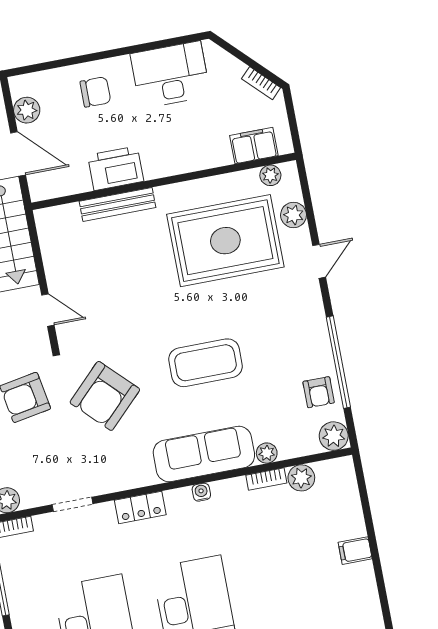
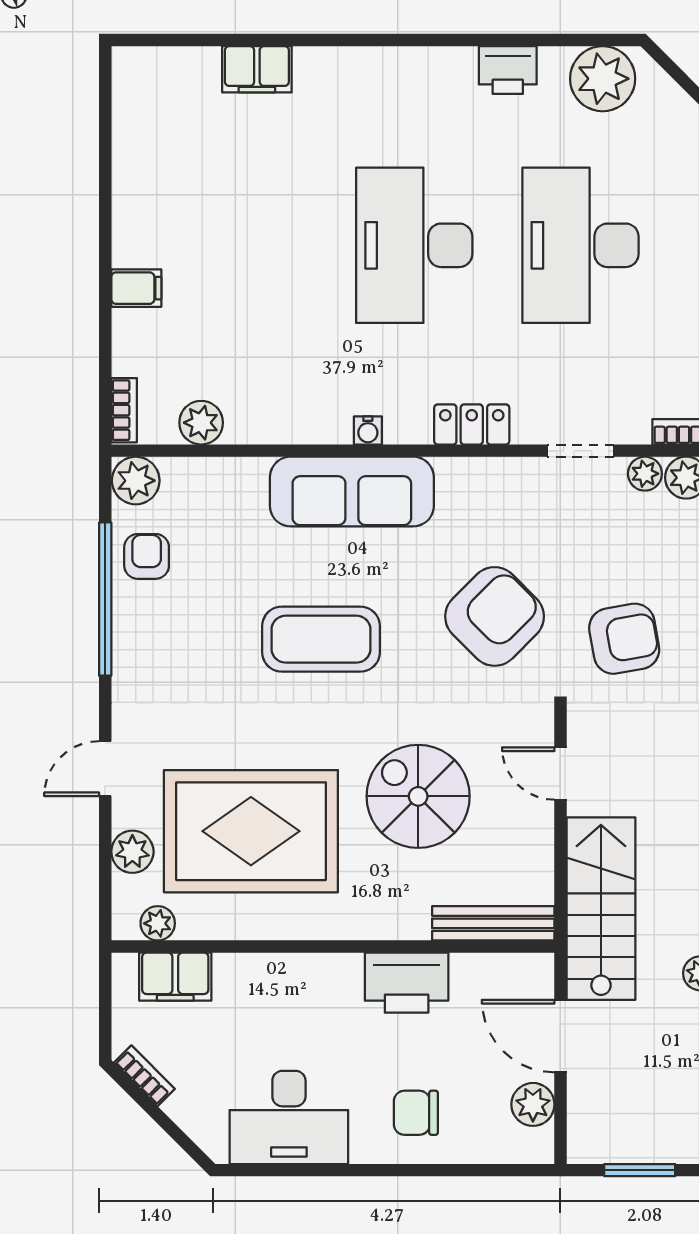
bench: (118, 204) -> (493, 923), moved
spiral stairs: (130, 280) -> (418, 796), added
plant: (267, 453) -> (645, 474), moved
bookcase: (266, 479) -> (124, 410), moved, turned 90

